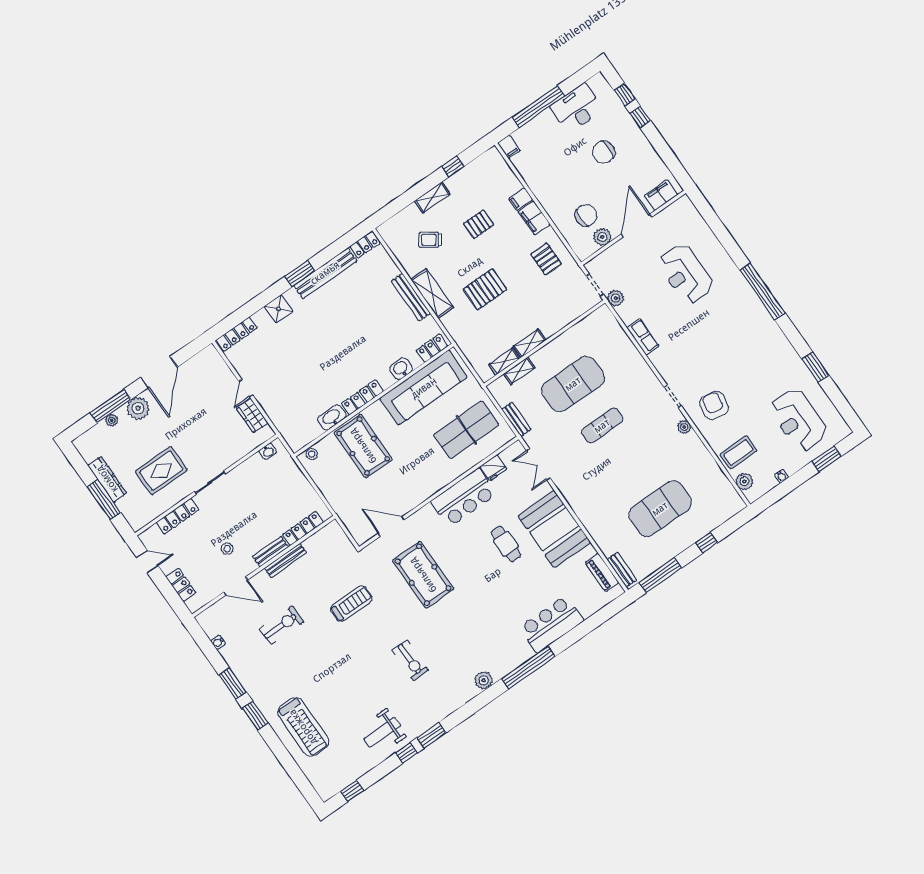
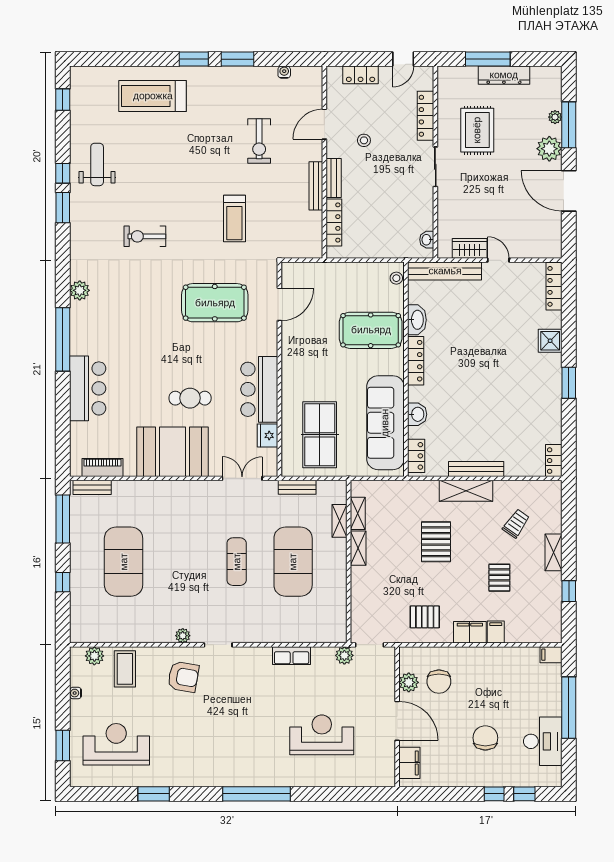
bench: (325, 273) -> (445, 271), moved, turned 90

